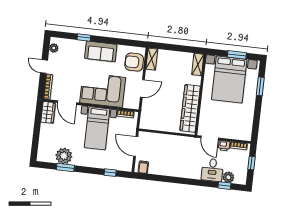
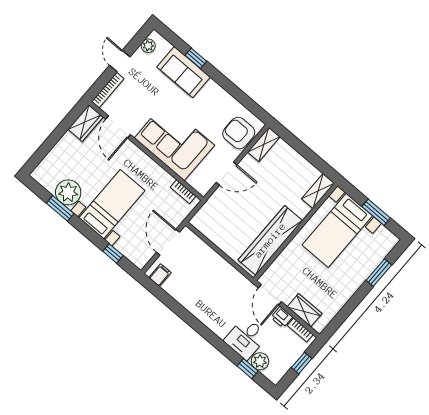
sofa: (101, 51) -> (184, 72), moved
bed with nightstands: (229, 79) -> (337, 230), width x0.73
bed with nightstands: (97, 128) -> (112, 204), moved, turned 180
wardrobe: (234, 133) -> (305, 310), added

